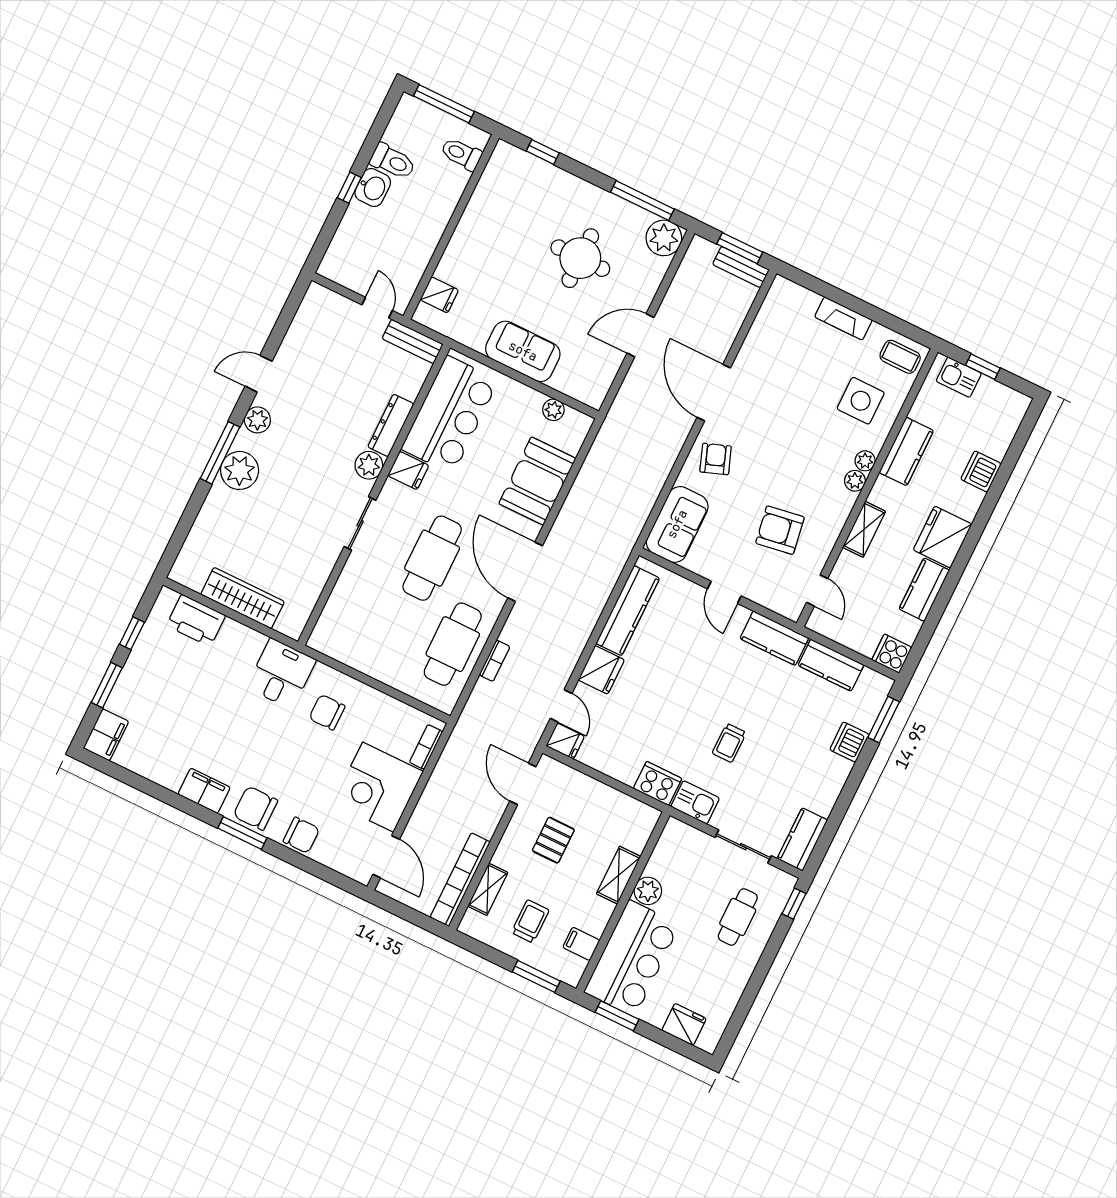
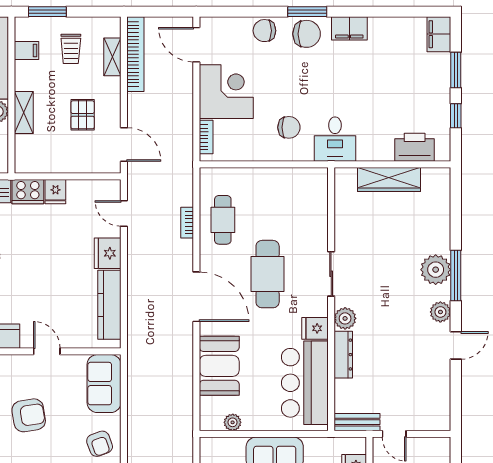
cafe table: (453, 644) -> (223, 220), width x0.73, depth x0.74
fridge: (565, 741) -> (55, 192), moved, turned -90

